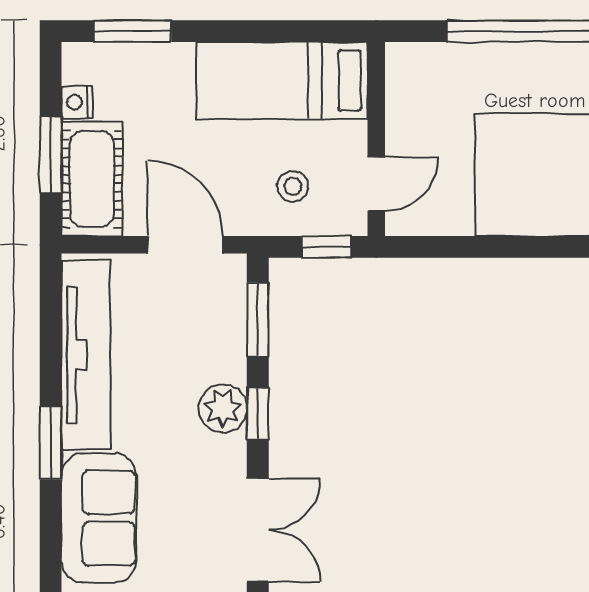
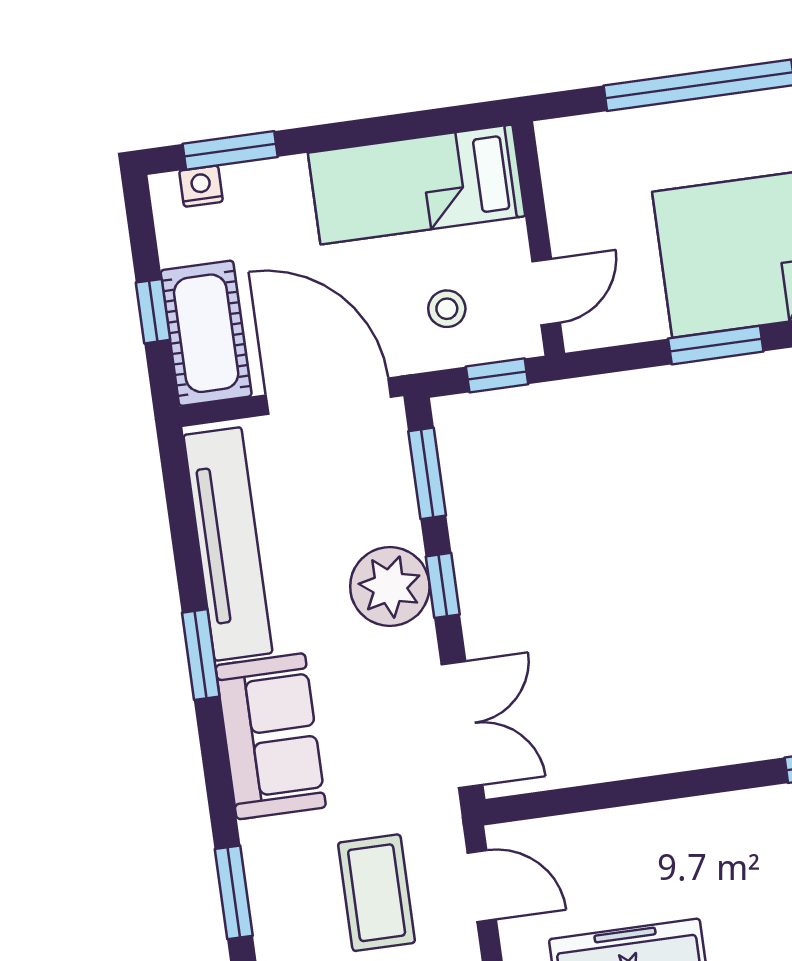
nightstand: (77, 102) -> (201, 186), moved, turned 90
window: (51, 155) -> (153, 311), width x0.67
door: (185, 245) -> (328, 396), width x1.36
window: (510, 247) -> (716, 345), added
plant: (223, 408) -> (390, 587), width x1.36, depth x1.36

